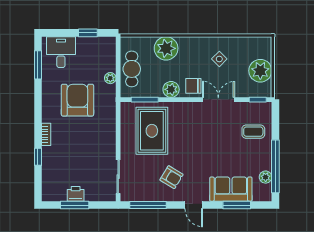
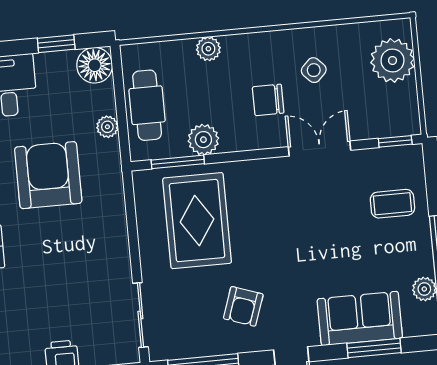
floor lamp: (107, 46) -> (95, 65), added
plant: (166, 48) -> (208, 49), width x0.53, depth x0.53
plant: (260, 71) -> (393, 60), moved
chair: (193, 86) -> (268, 100), moved
plant: (171, 89) -> (203, 140), moved
armchair: (171, 177) -> (243, 306), turned 78

